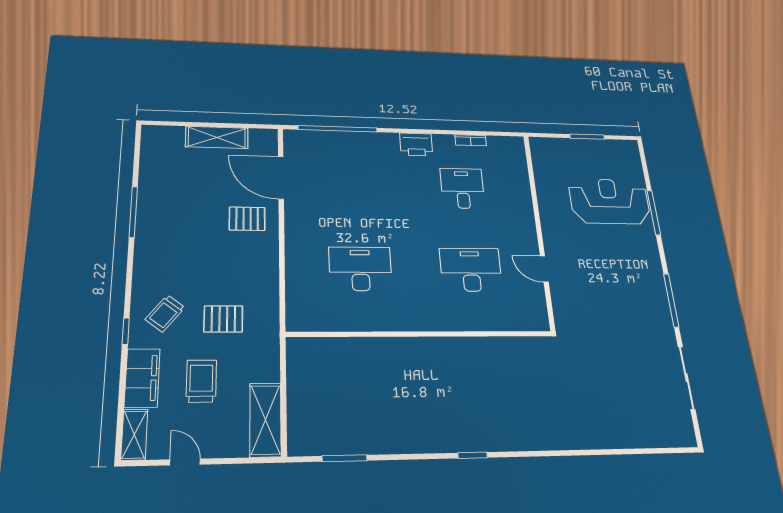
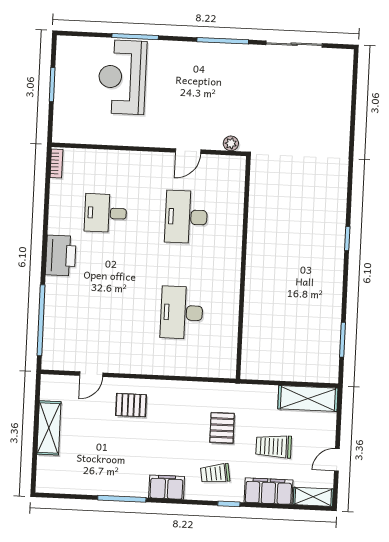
bookcase: (471, 140) -> (56, 163), moved
printer: (416, 144) -> (61, 255), width x1.37, depth x1.19
door: (281, 178) -> (91, 374), width x0.53
pallet: (247, 219) -> (131, 405), turned 90
filing cabinet: (148, 259) -> (167, 487), added
trolley: (165, 313) -> (215, 474), turned 133
plant: (561, 314) -> (231, 143), added

